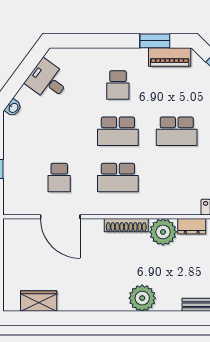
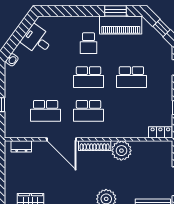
piano: (170, 57) -> (121, 25), width x1.37, depth x1.33
school desk: (59, 178) -> (46, 111), width x1.85
door: (60, 217) -> (62, 139), moved
dresser: (192, 226) -> (21, 146), moved

